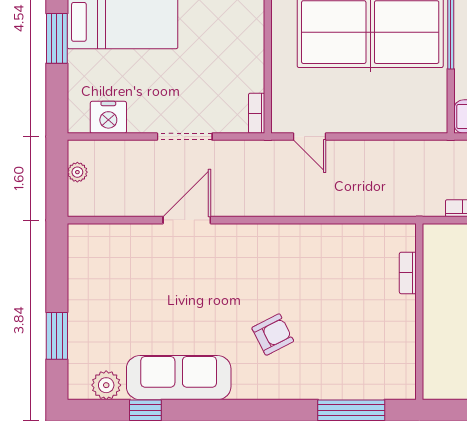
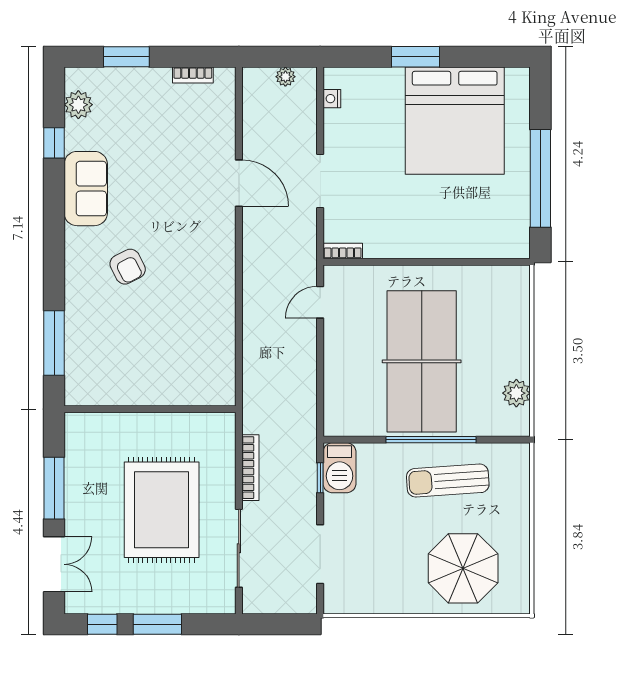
nightstand: (108, 117) -> (332, 99), width x0.53, depth x0.56
bookcase: (408, 273) -> (193, 75), moved, turned 180
sofa: (179, 378) -> (86, 189), width x0.73

